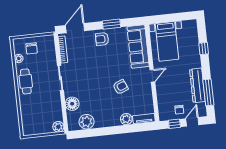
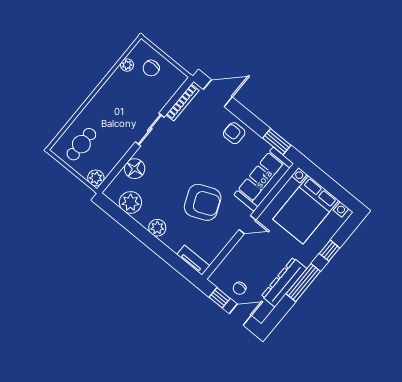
window: (111, 24) -> (277, 142), moved
bed with nightstands: (167, 41) -> (306, 210), width x1.36
cafe table: (26, 81) -> (81, 144), moved
armchair: (120, 87) -> (203, 202), width x1.88, depth x1.88
window: (208, 92) -> (303, 283), moved
plant: (126, 119) -> (157, 228), moved

